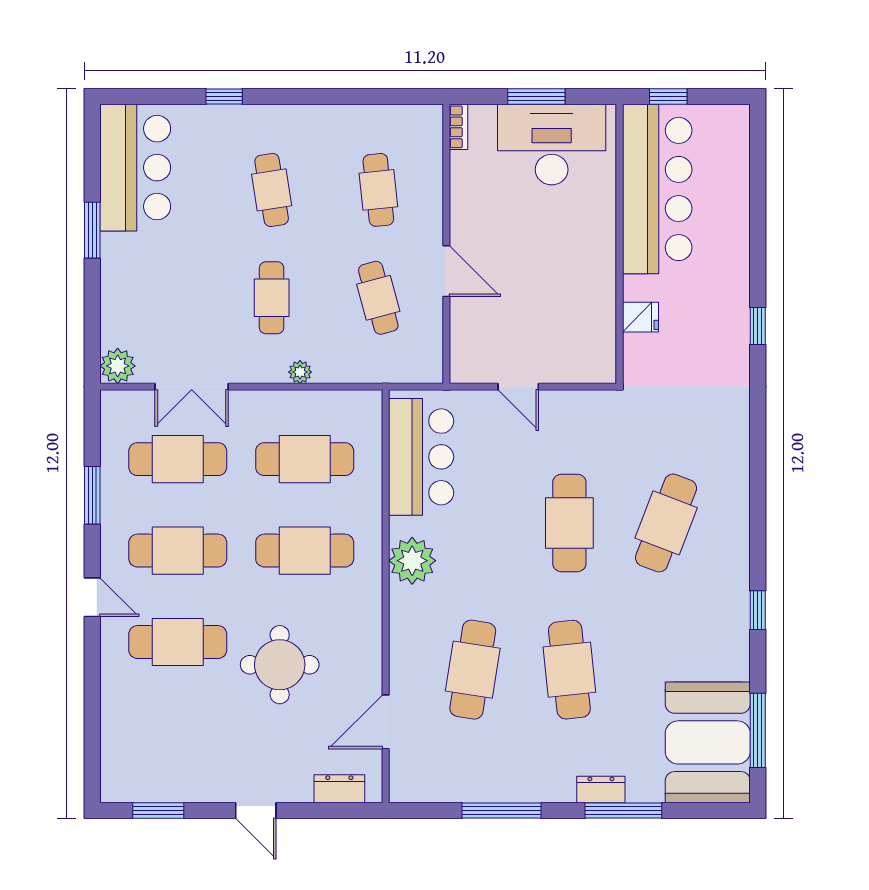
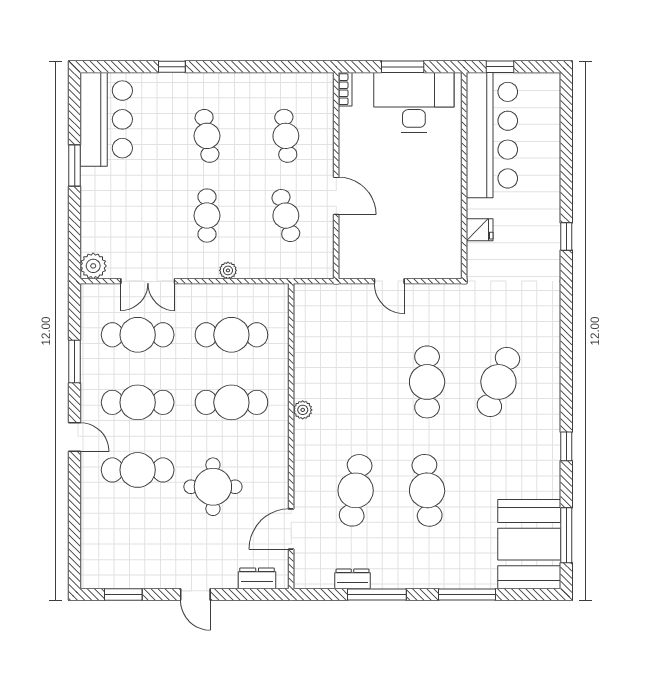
bar counter: (421, 457) -> (317, 333), removed
plant: (412, 561) -> (303, 410), width x0.53, depth x0.53
dresser: (601, 789) -> (353, 579), moved

